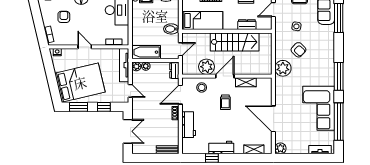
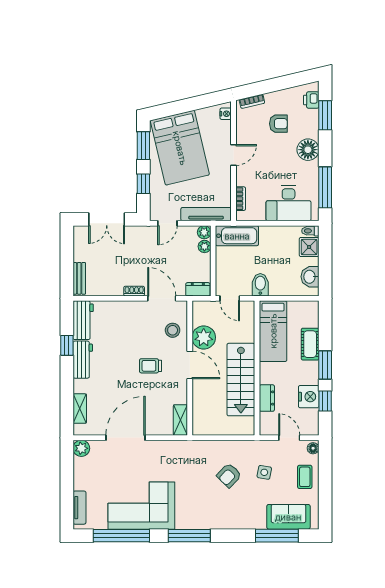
bathtub: (146, 52) -> (237, 236), moved, turned 90
plant: (283, 68) -> (201, 452), removed
shelving: (246, 82) -> (180, 420), moved
workbench: (189, 125) -> (83, 320), moved, turned -90

